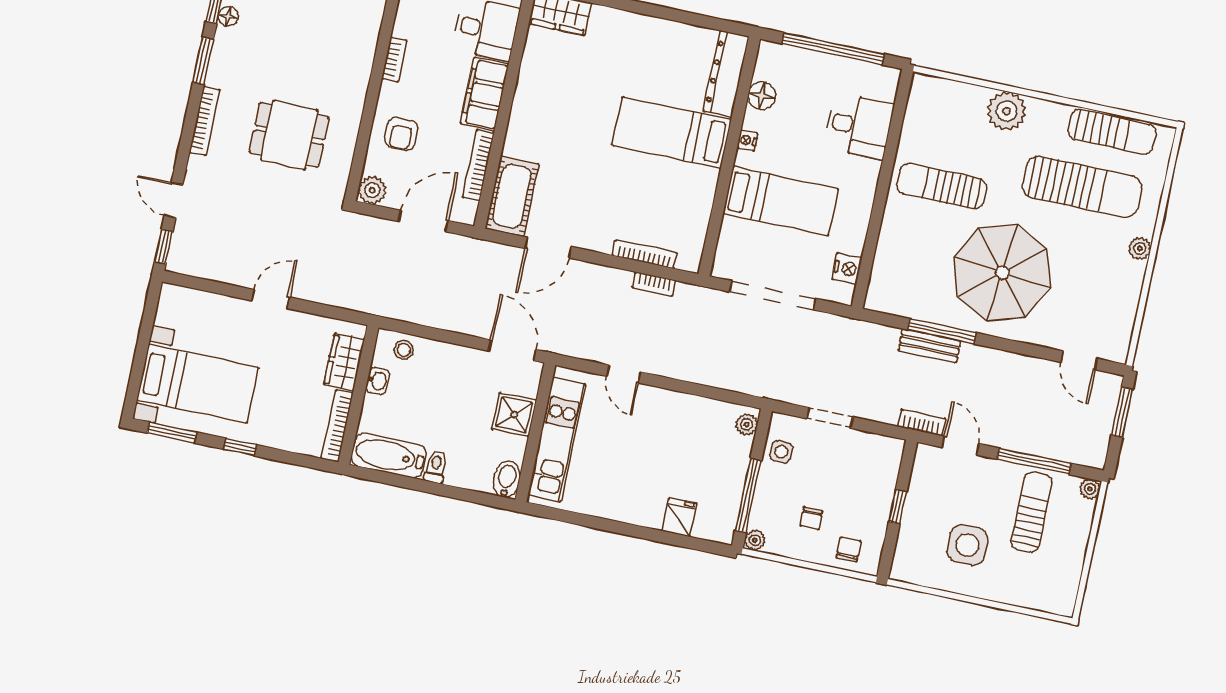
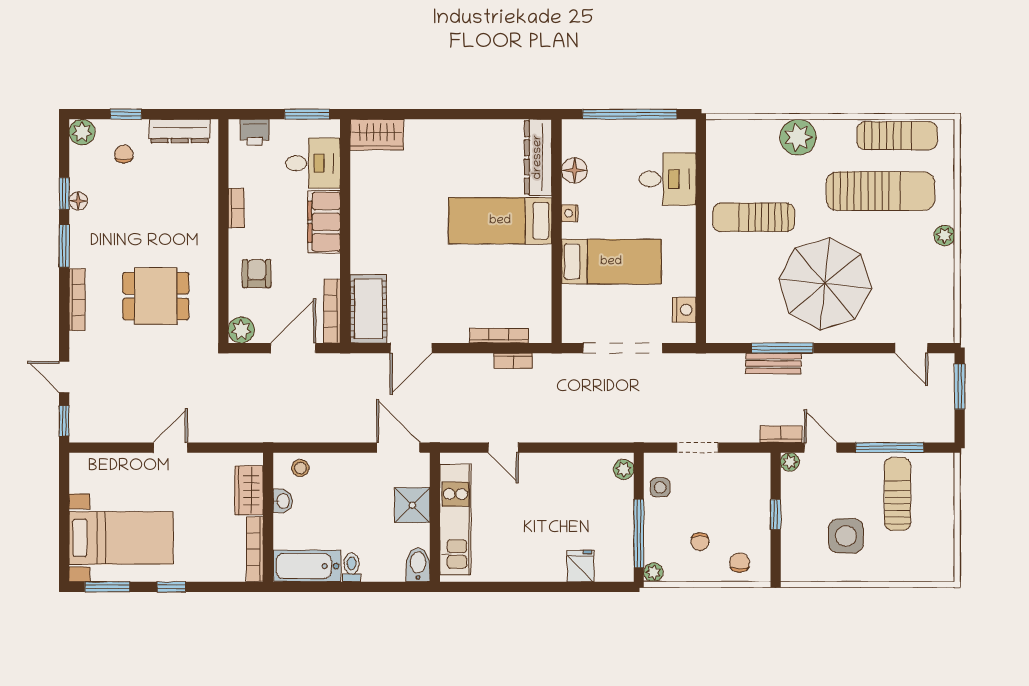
armchair: (401, 134) -> (257, 274), turned 180
bookcase: (478, 165) -> (332, 311), moved
plant: (1090, 489) -> (790, 462), moved

